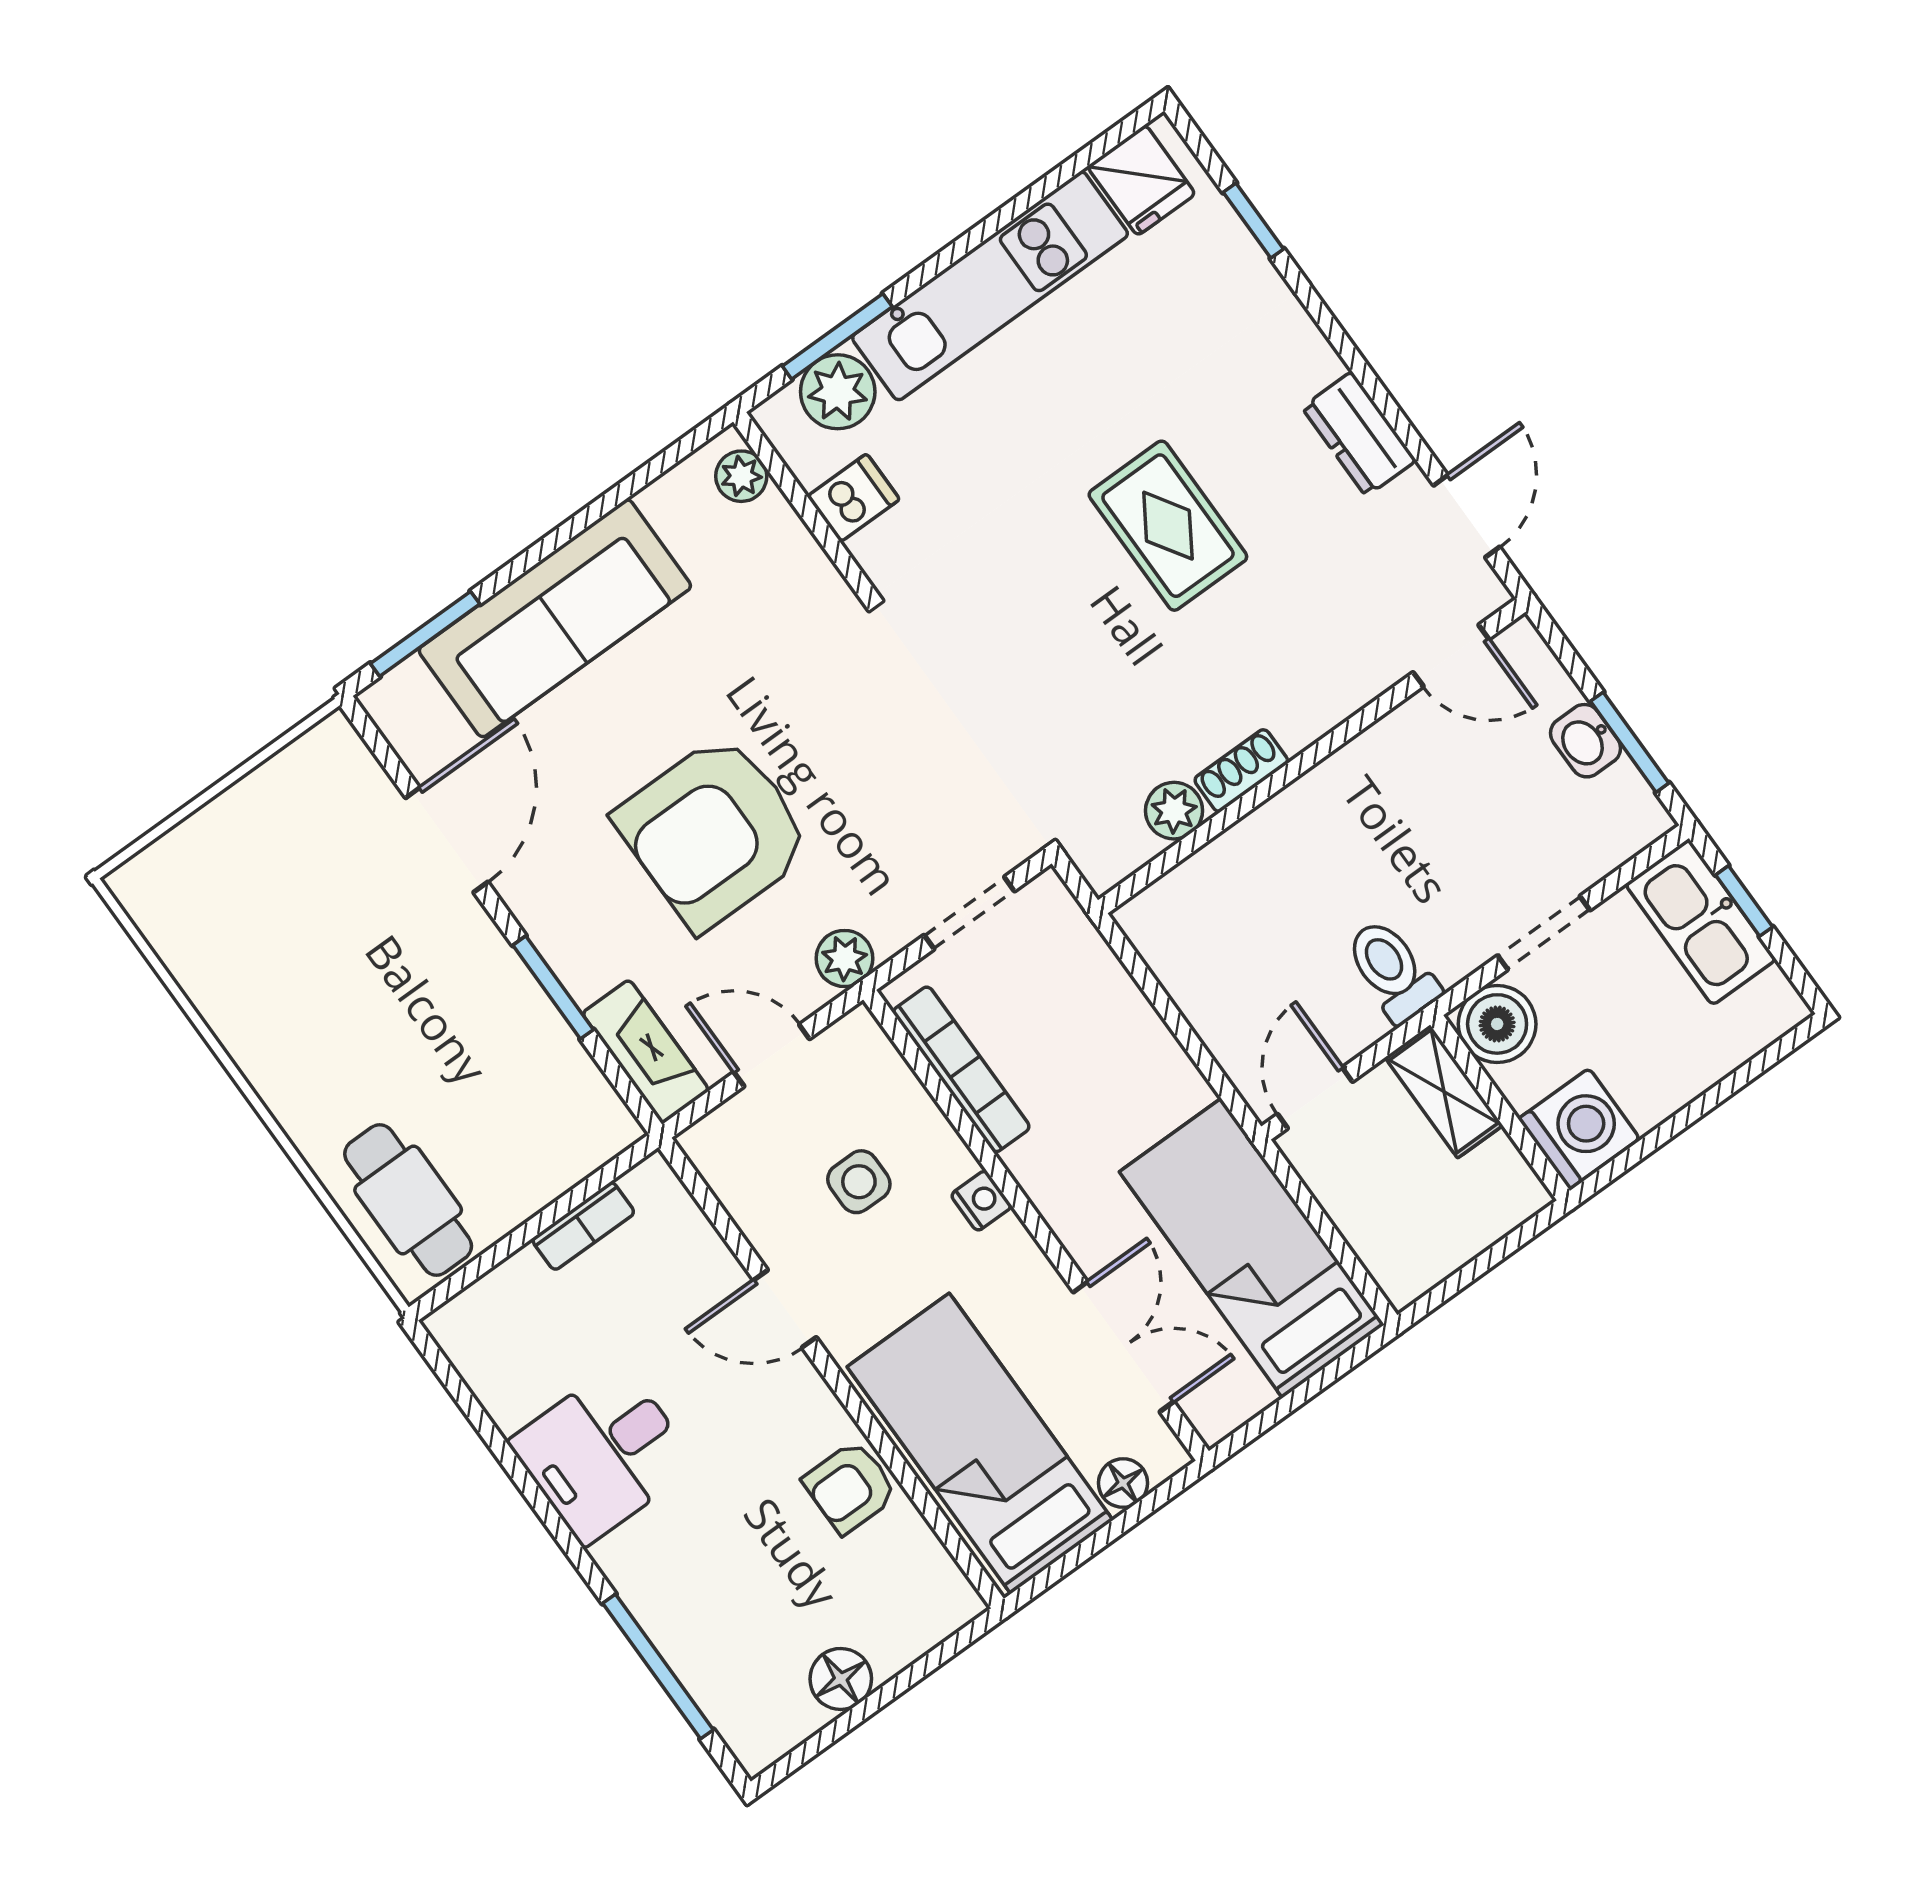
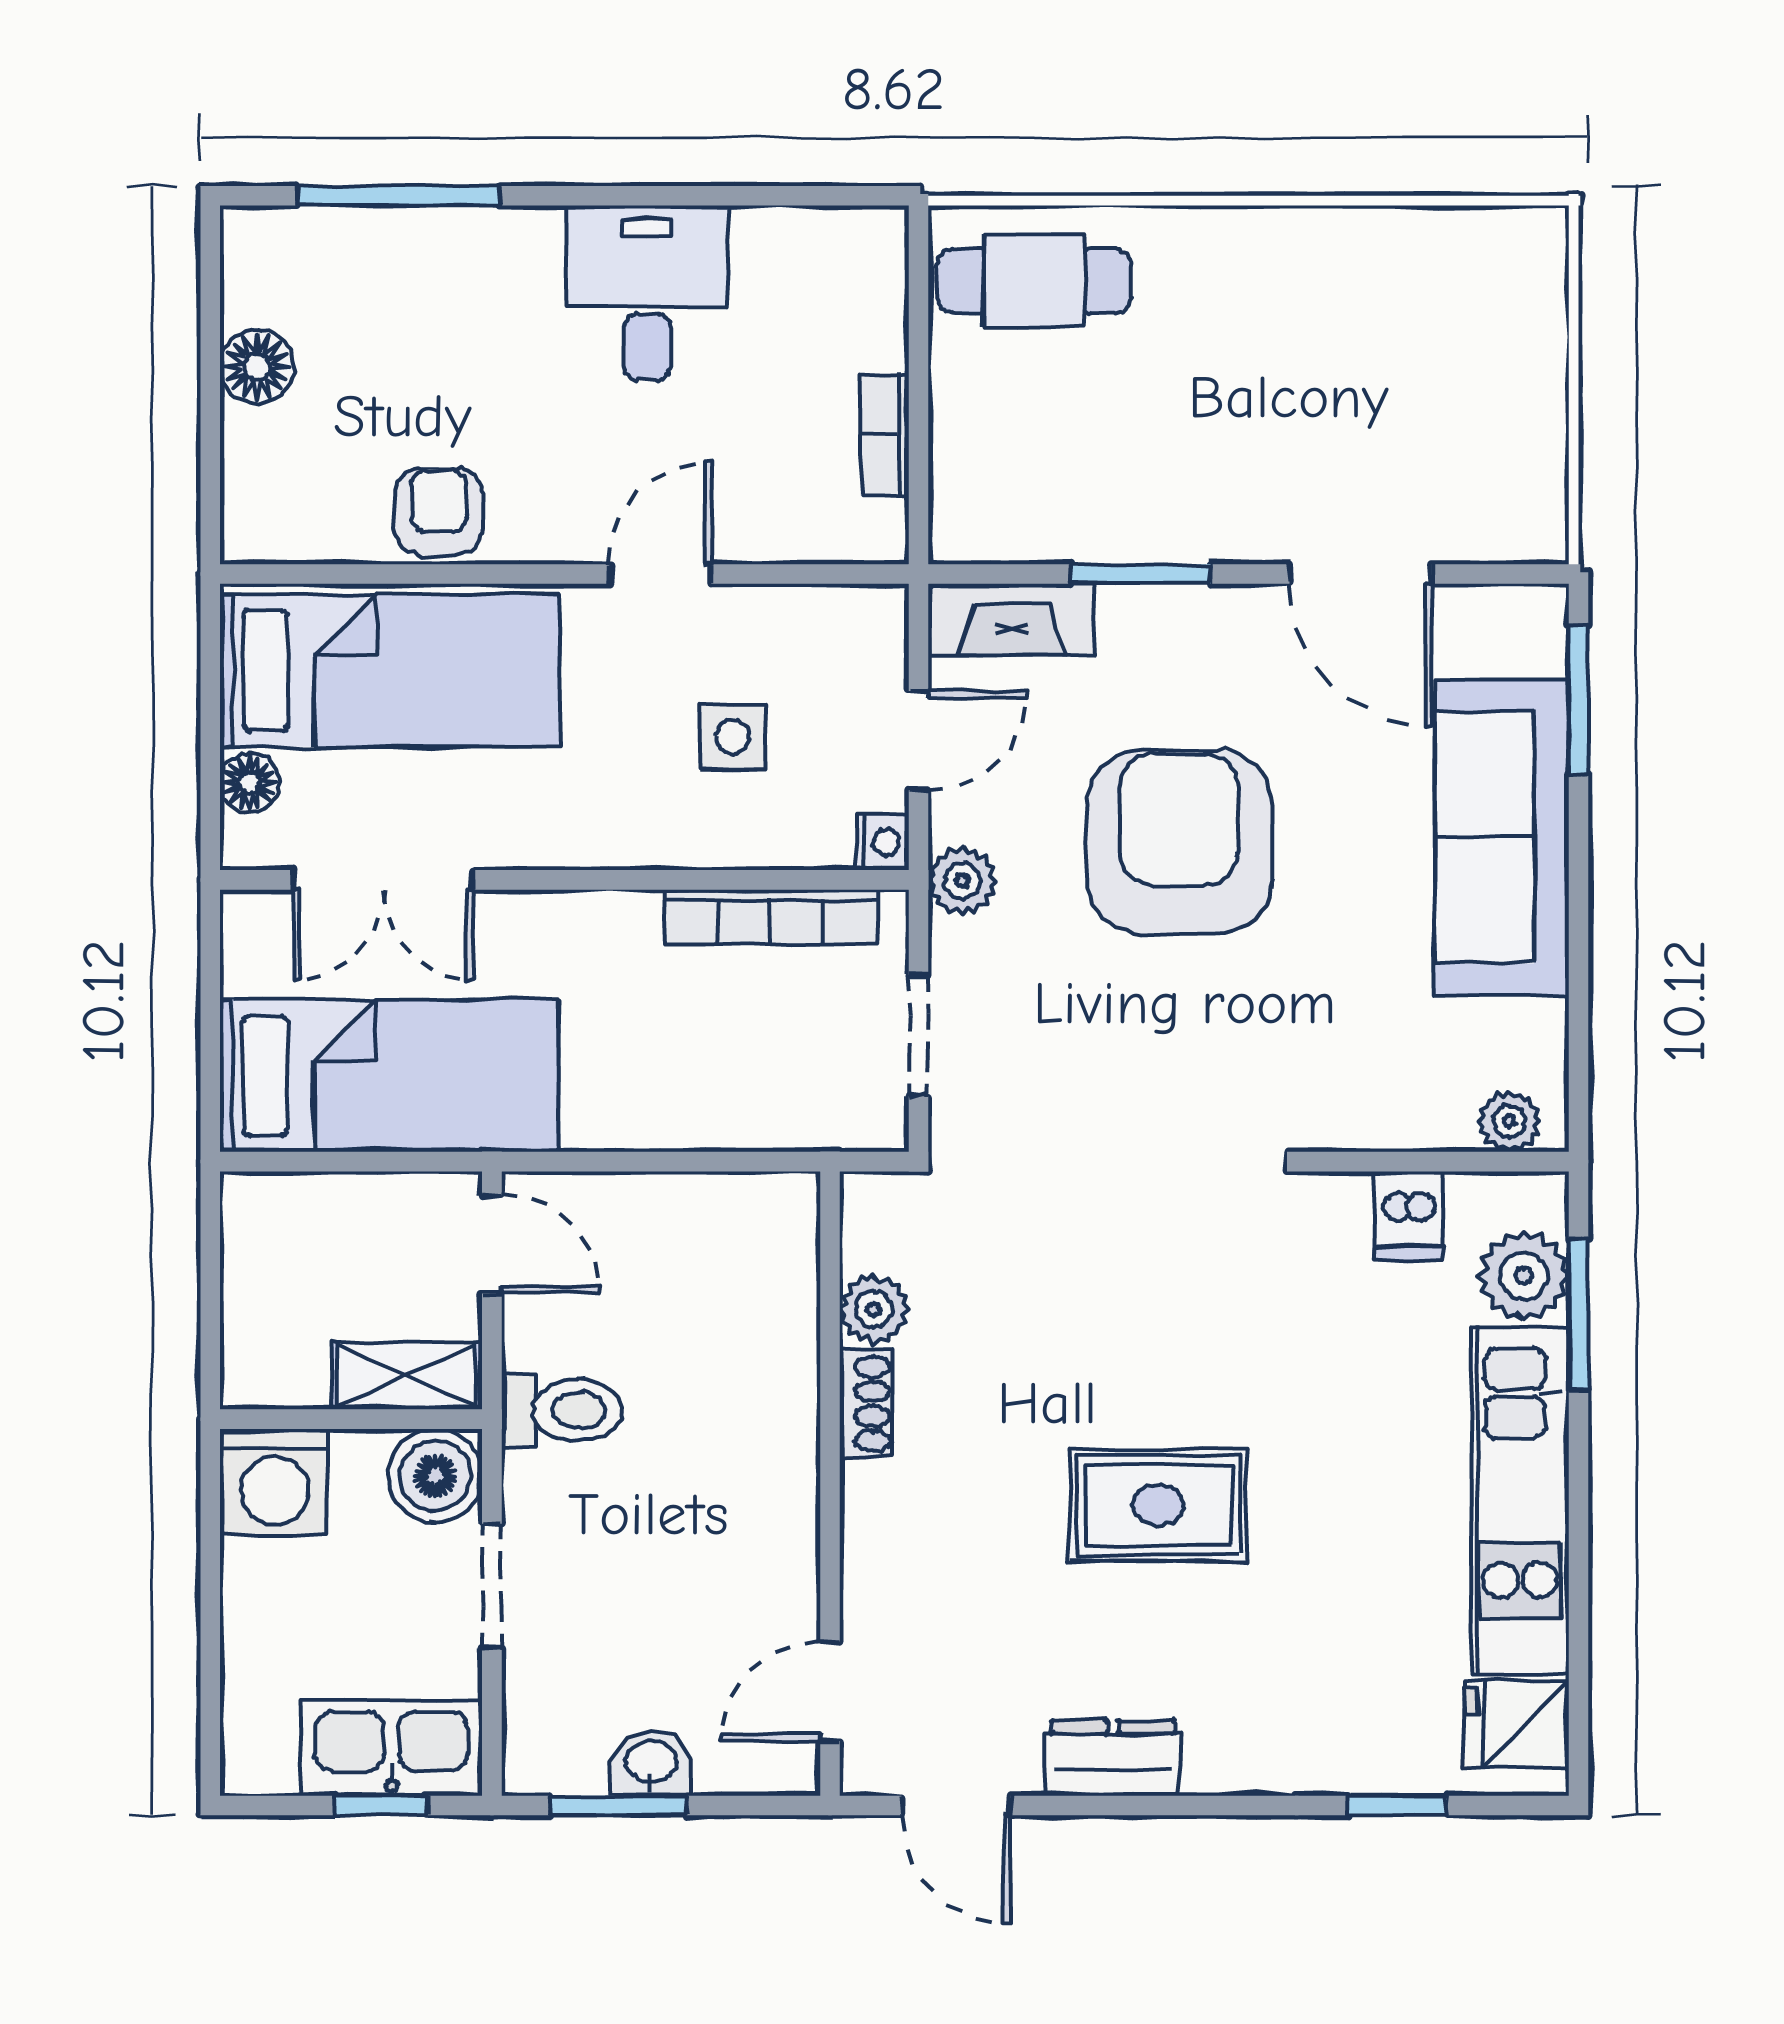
nightstand: (981, 1201) -> (882, 842), moved, turned -90

